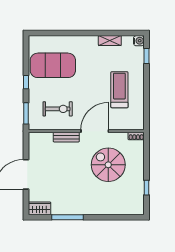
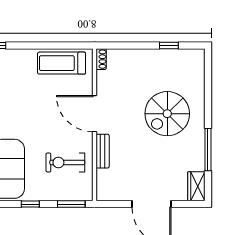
treadmill: (119, 90) -> (62, 63), moved
exercise bike: (58, 109) -> (65, 162), turned -90
spiral stairs: (108, 165) -> (167, 114), moved

